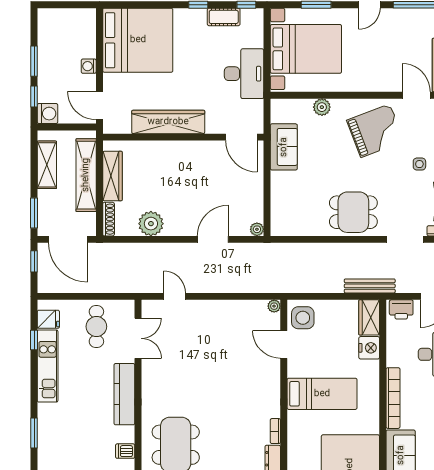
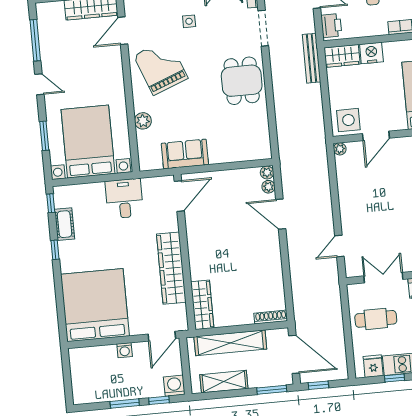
desk: (244, 74) -> (124, 199), width x0.73
wardrobe: (112, 176) -> (202, 305), moved, turned 90
plant: (151, 224) -> (268, 187), moved, width x0.53, depth x0.53
door: (68, 239) -> (294, 354), hinge flipped

